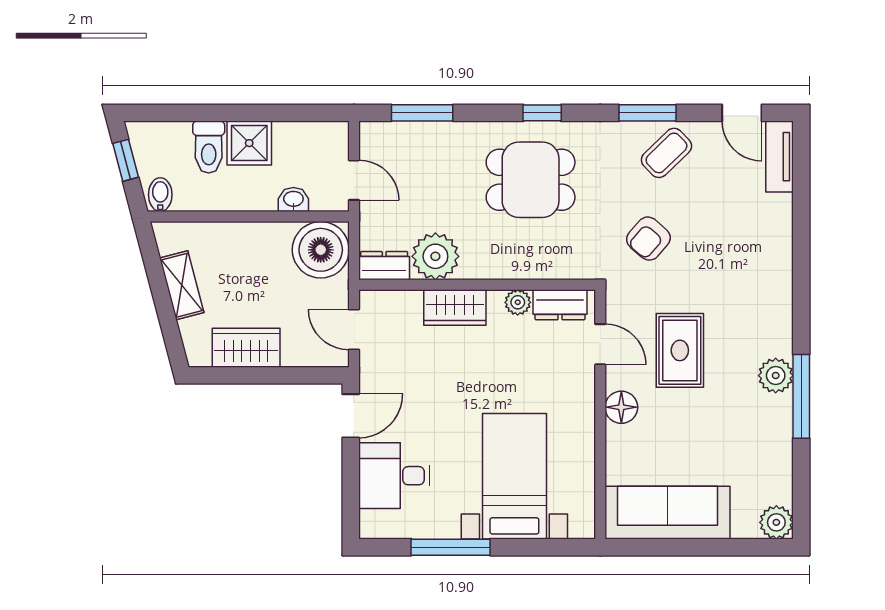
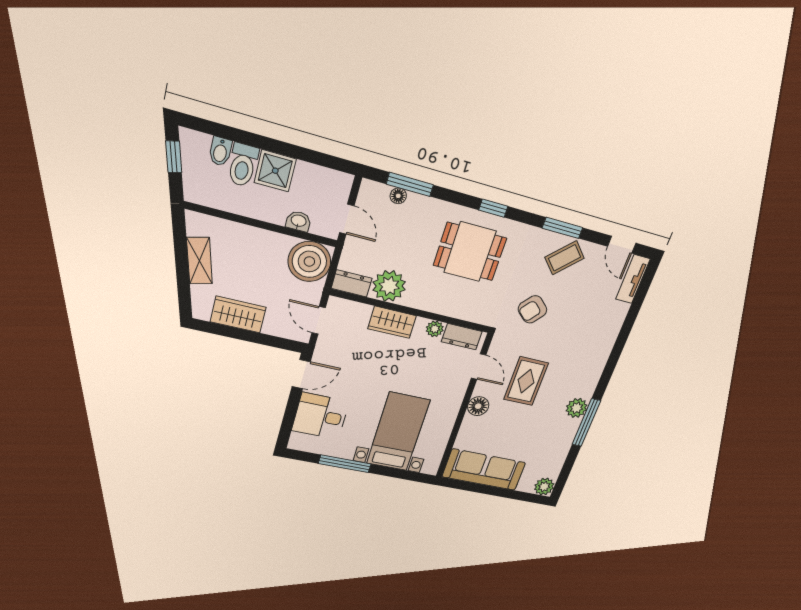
floor lamp: (411, 132) -> (398, 196), added
bidet: (160, 195) -> (220, 151), moved, turned 180

